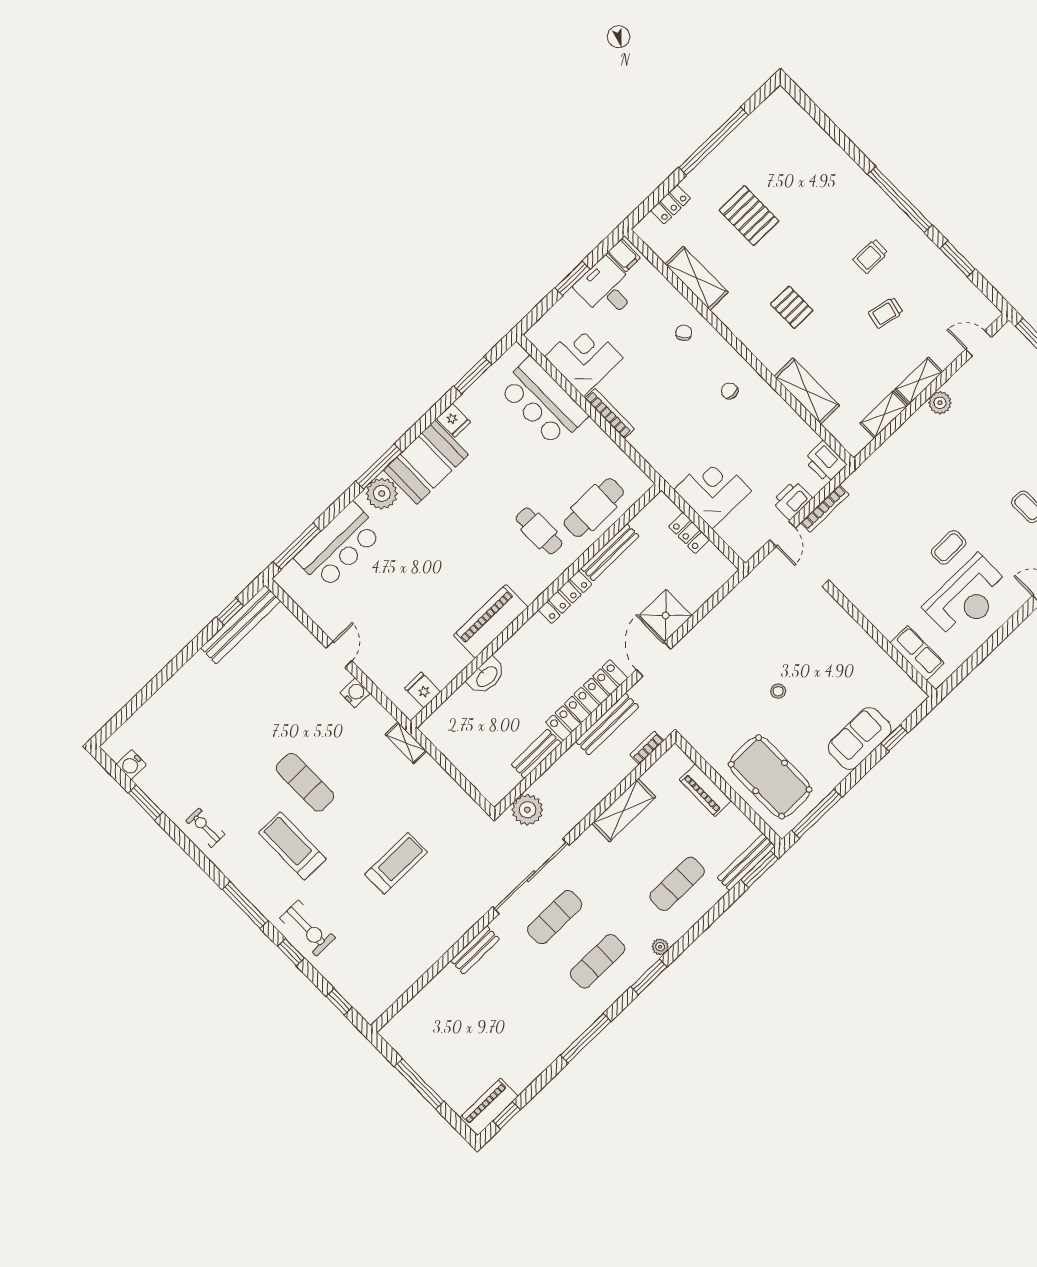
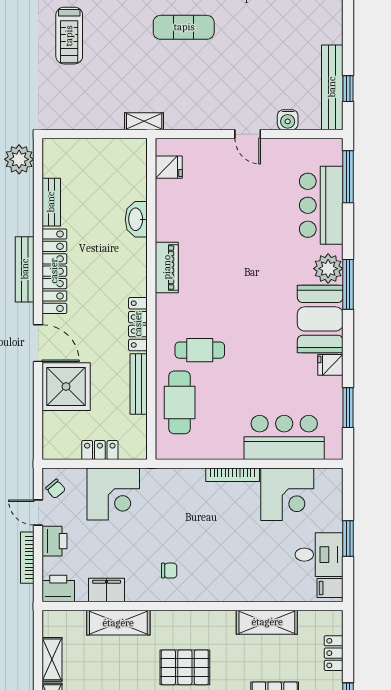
pallet: (792, 307) -> (185, 667), width x1.50, depth x1.42
chair: (684, 333) -> (56, 489), moved
filing cabinet: (791, 424) -> (107, 590), added
shower: (666, 615) -> (66, 387), width x1.37, depth x1.37
piano: (491, 621) -> (167, 267), width x0.73, depth x0.75
water cooler: (355, 693) -> (288, 120), moved

